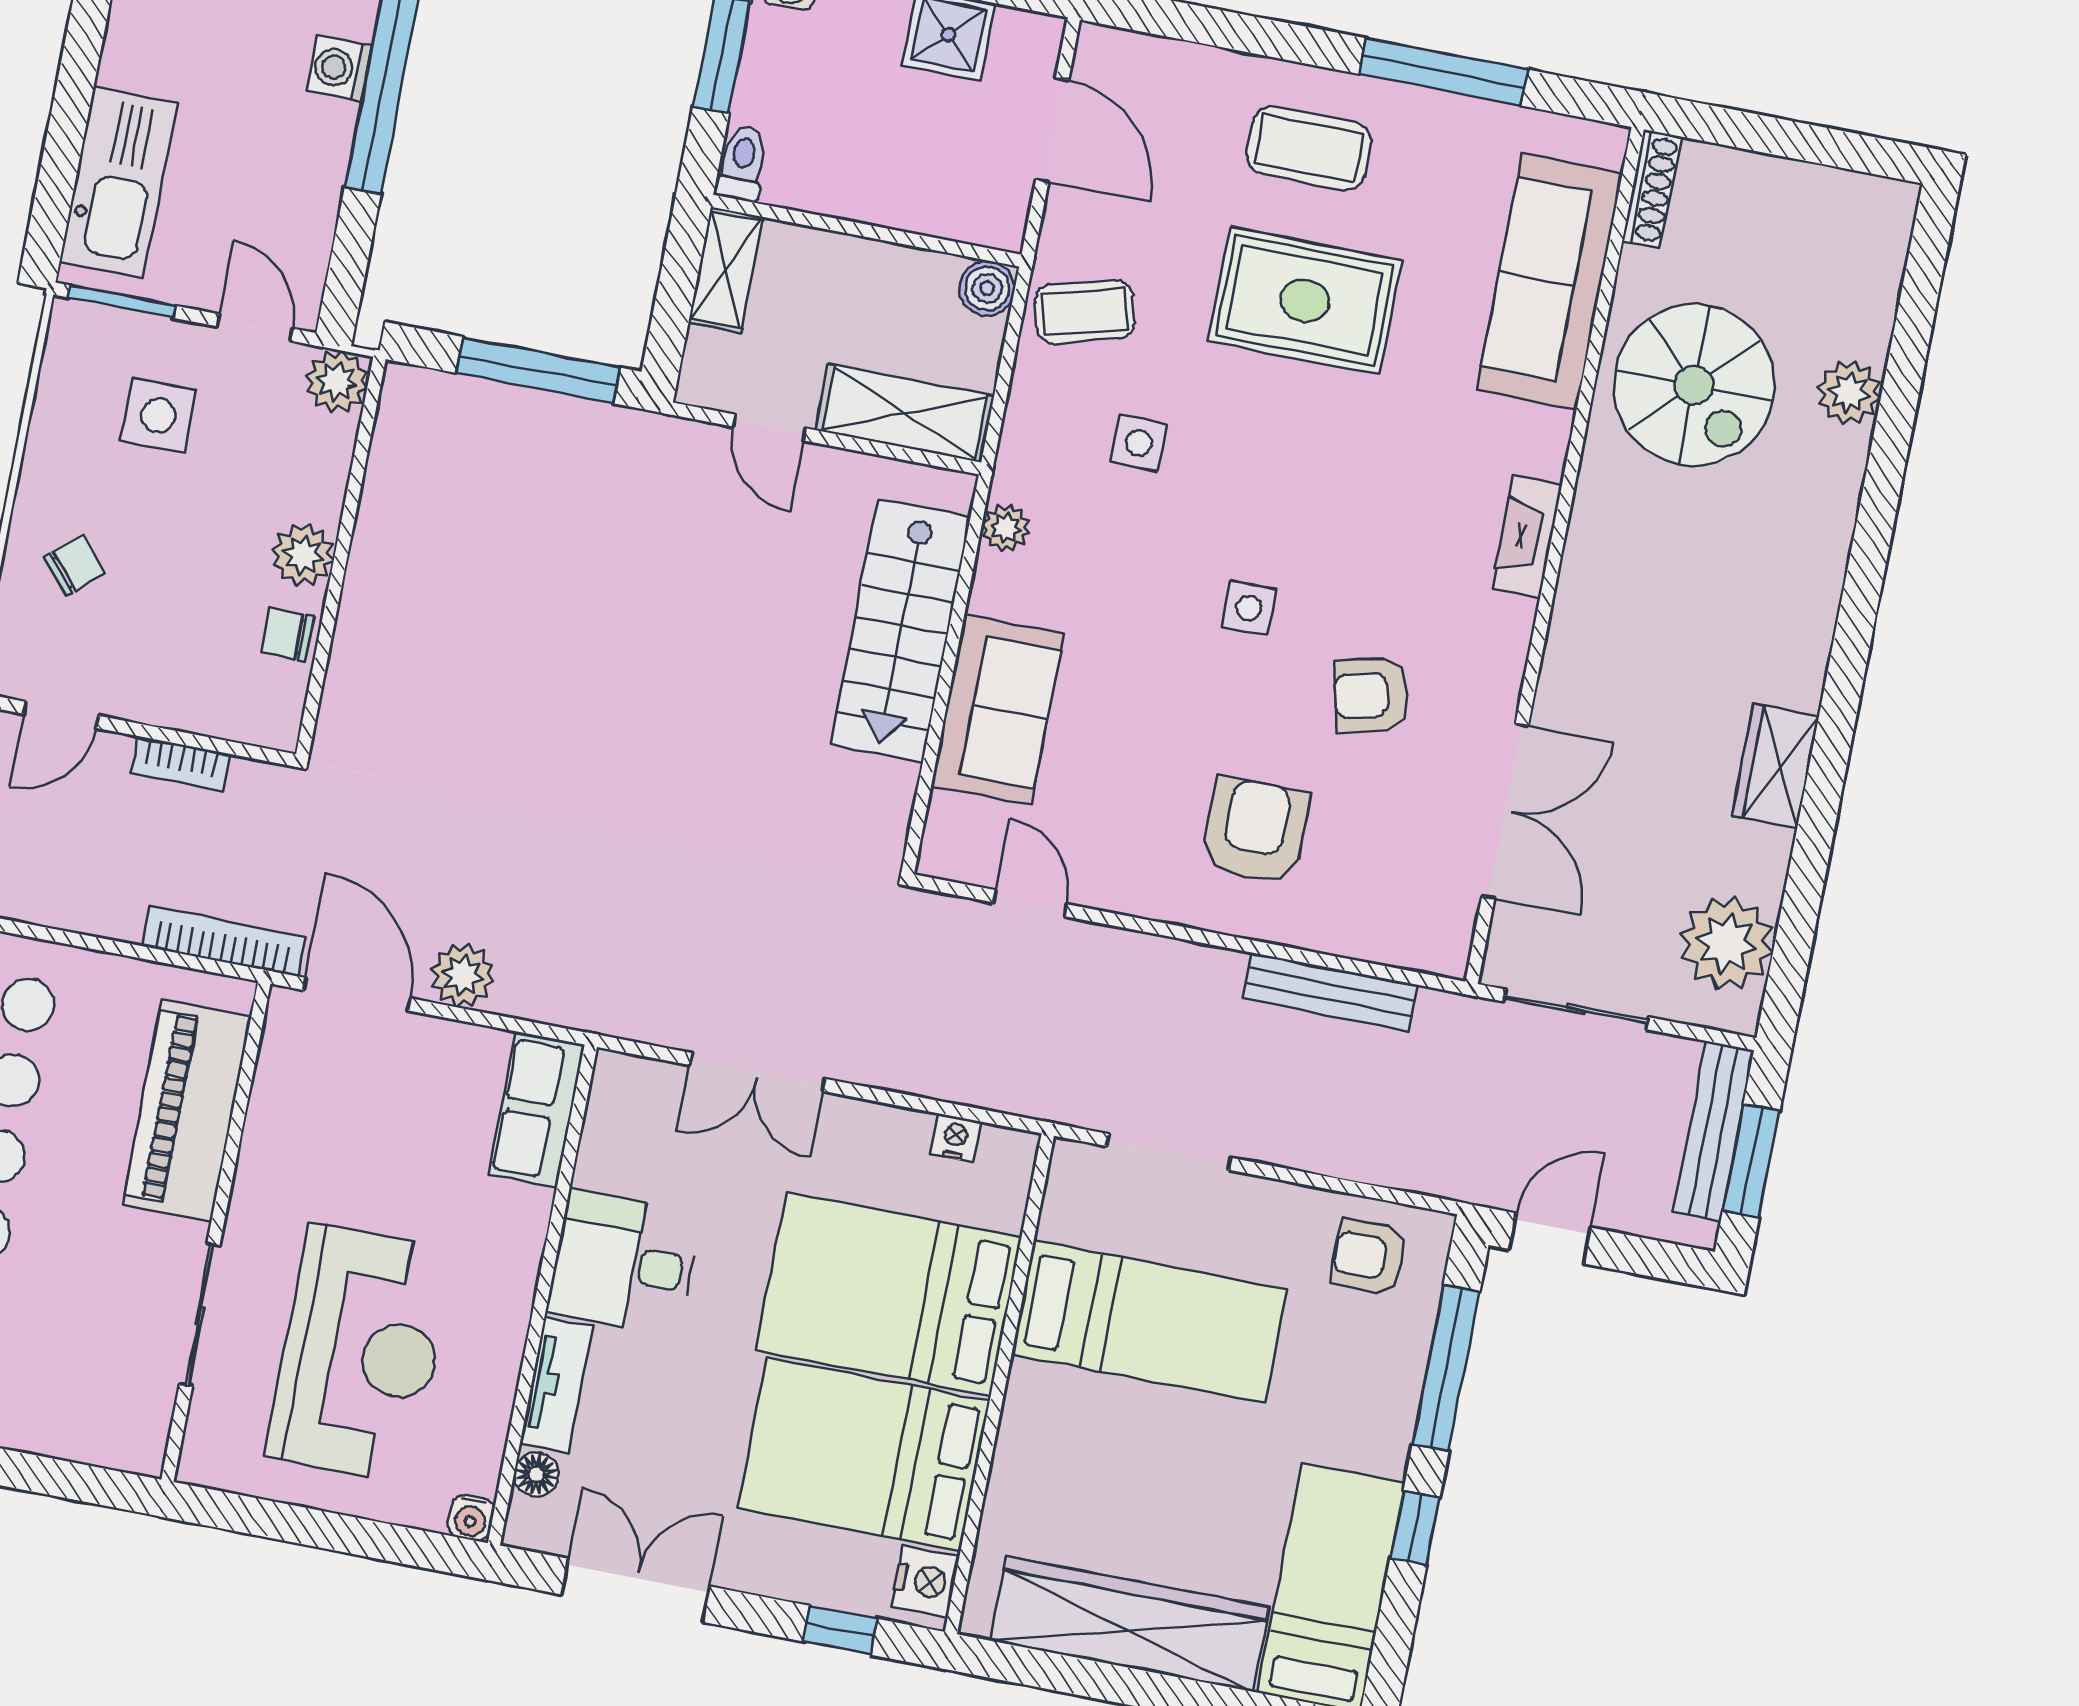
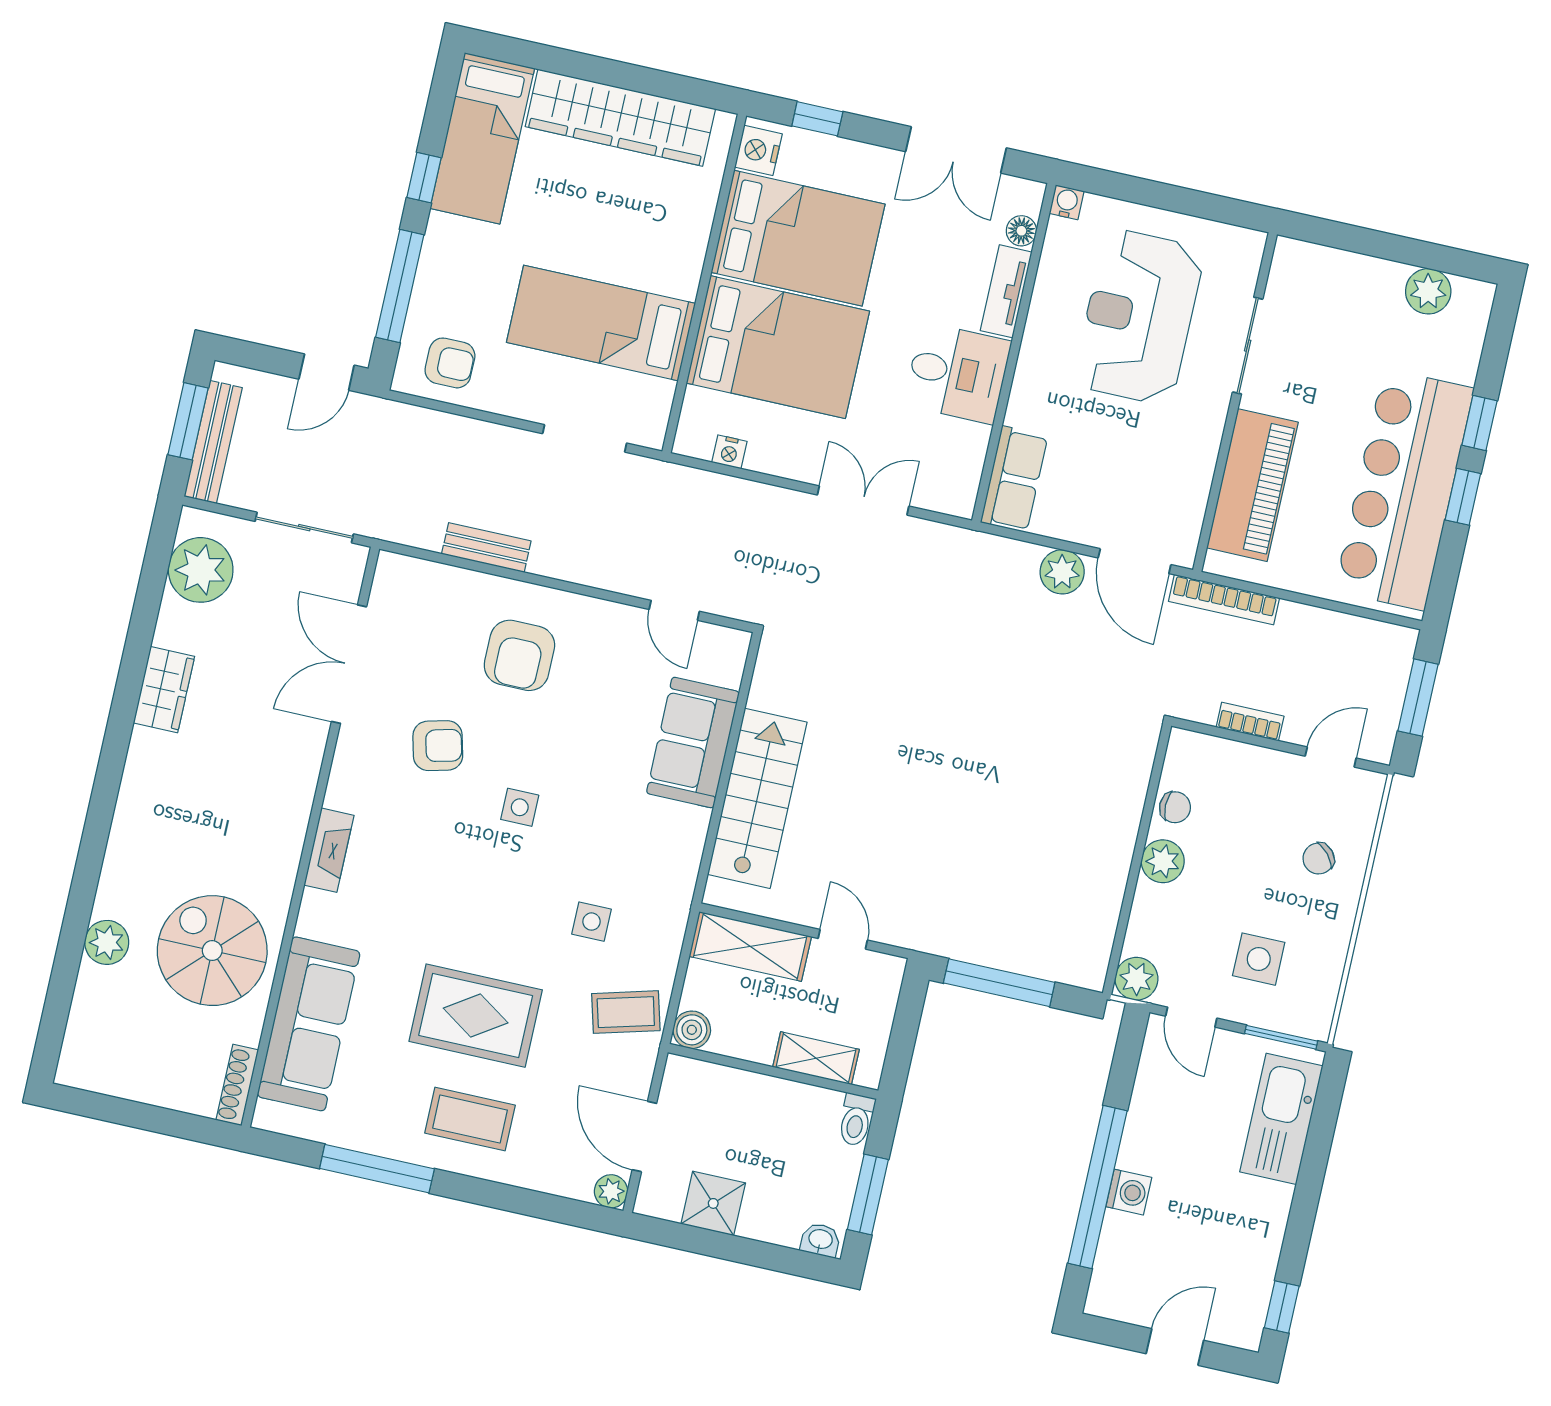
shelving: (726, 270) -> (816, 1058), moved, turned 90
plant: (1006, 528) -> (611, 1191), moved
bench: (1331, 992) -> (486, 548), width x0.73

